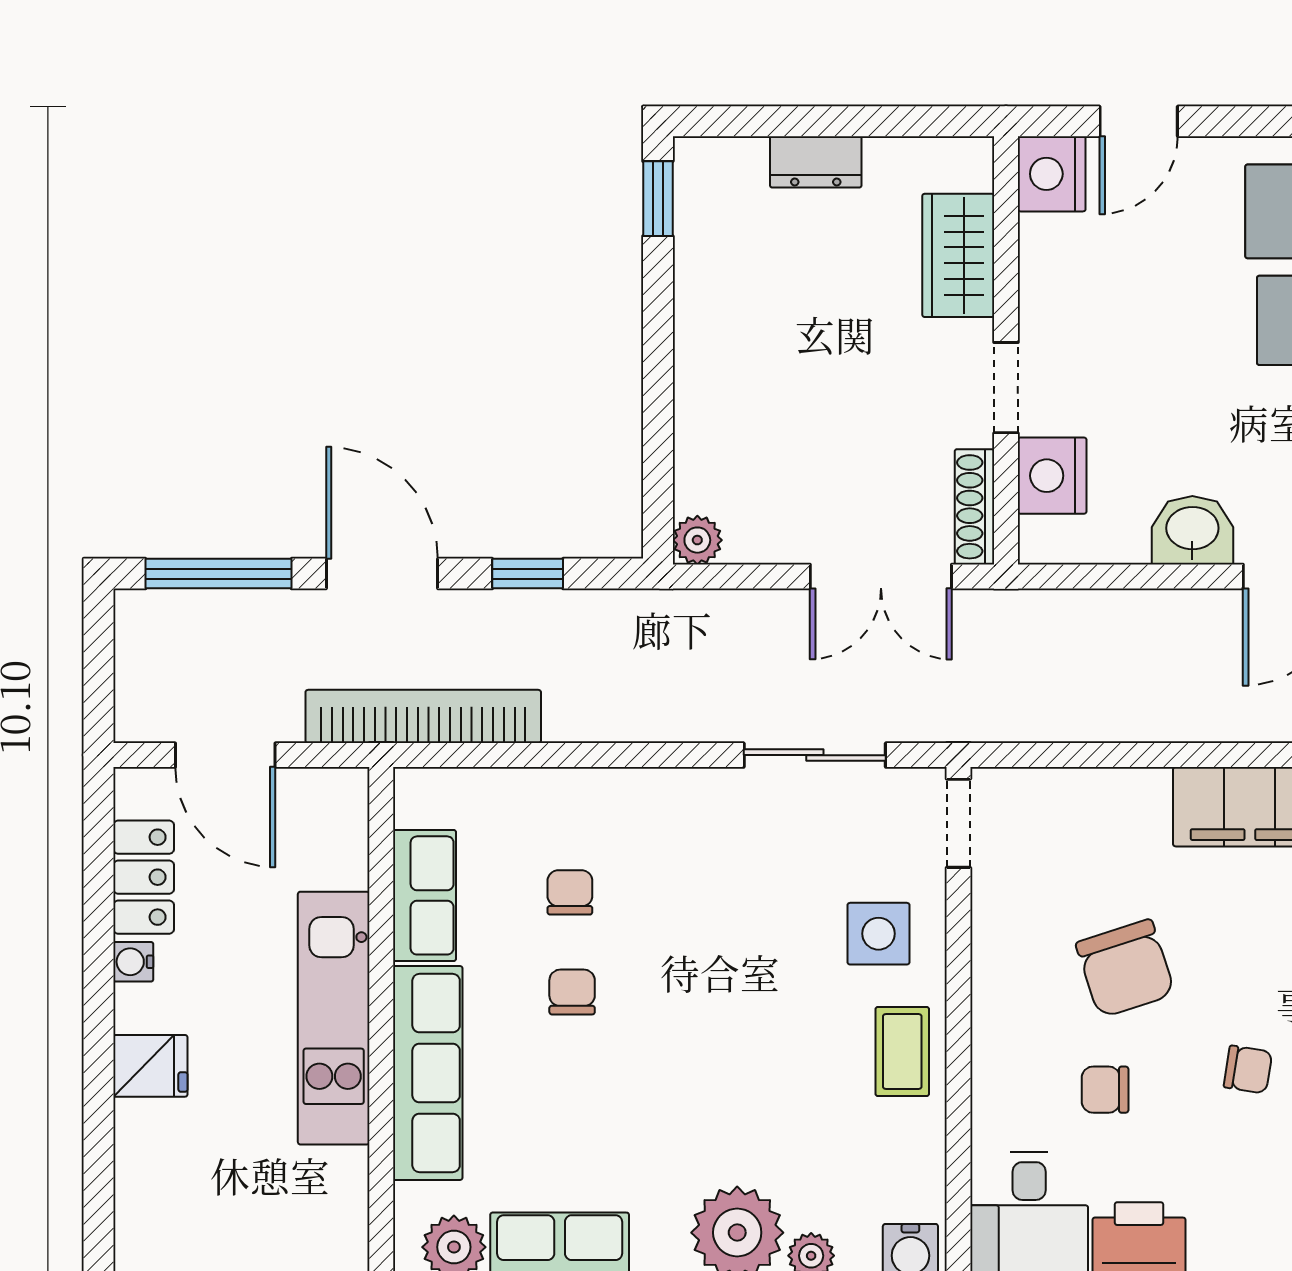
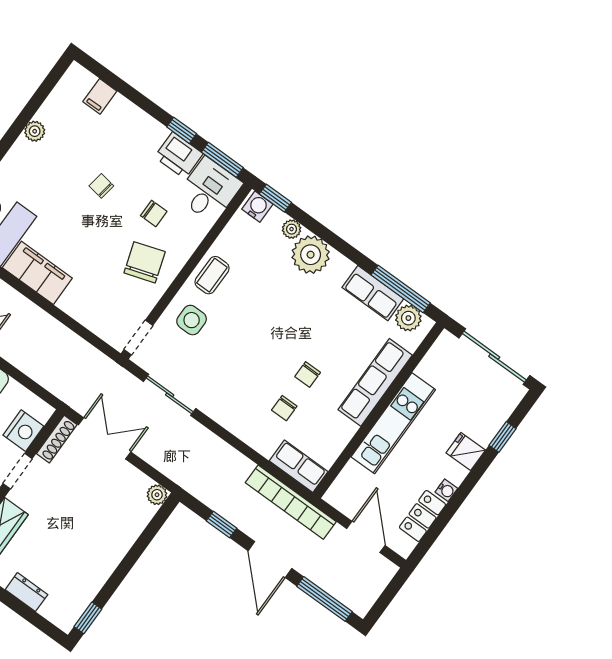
row of seats: (425, 895) -> (299, 466), moved, turned 90
chair: (1125, 968) -> (145, 262), moved
window: (99, 1147) -> (503, 437), added

